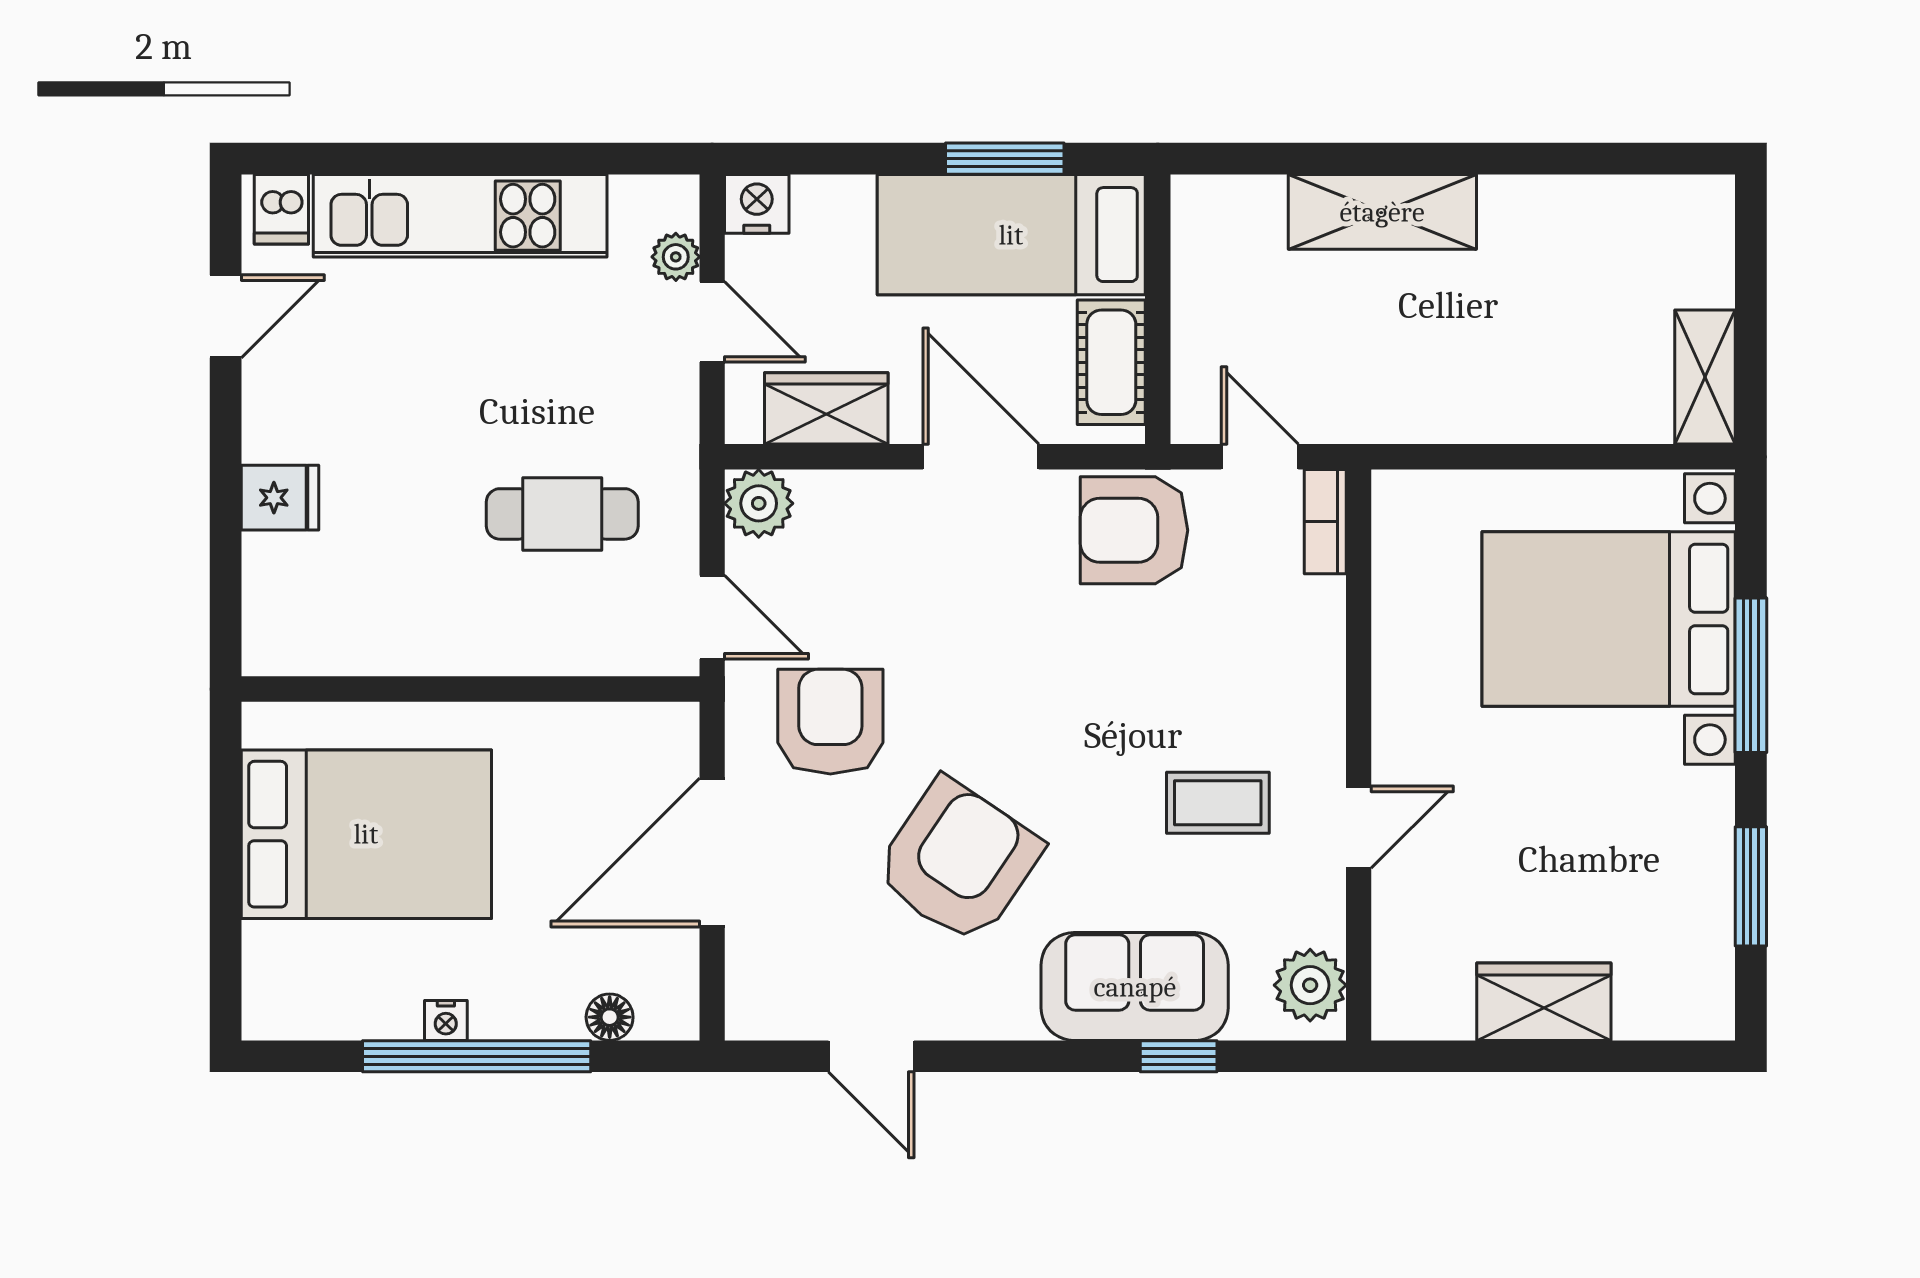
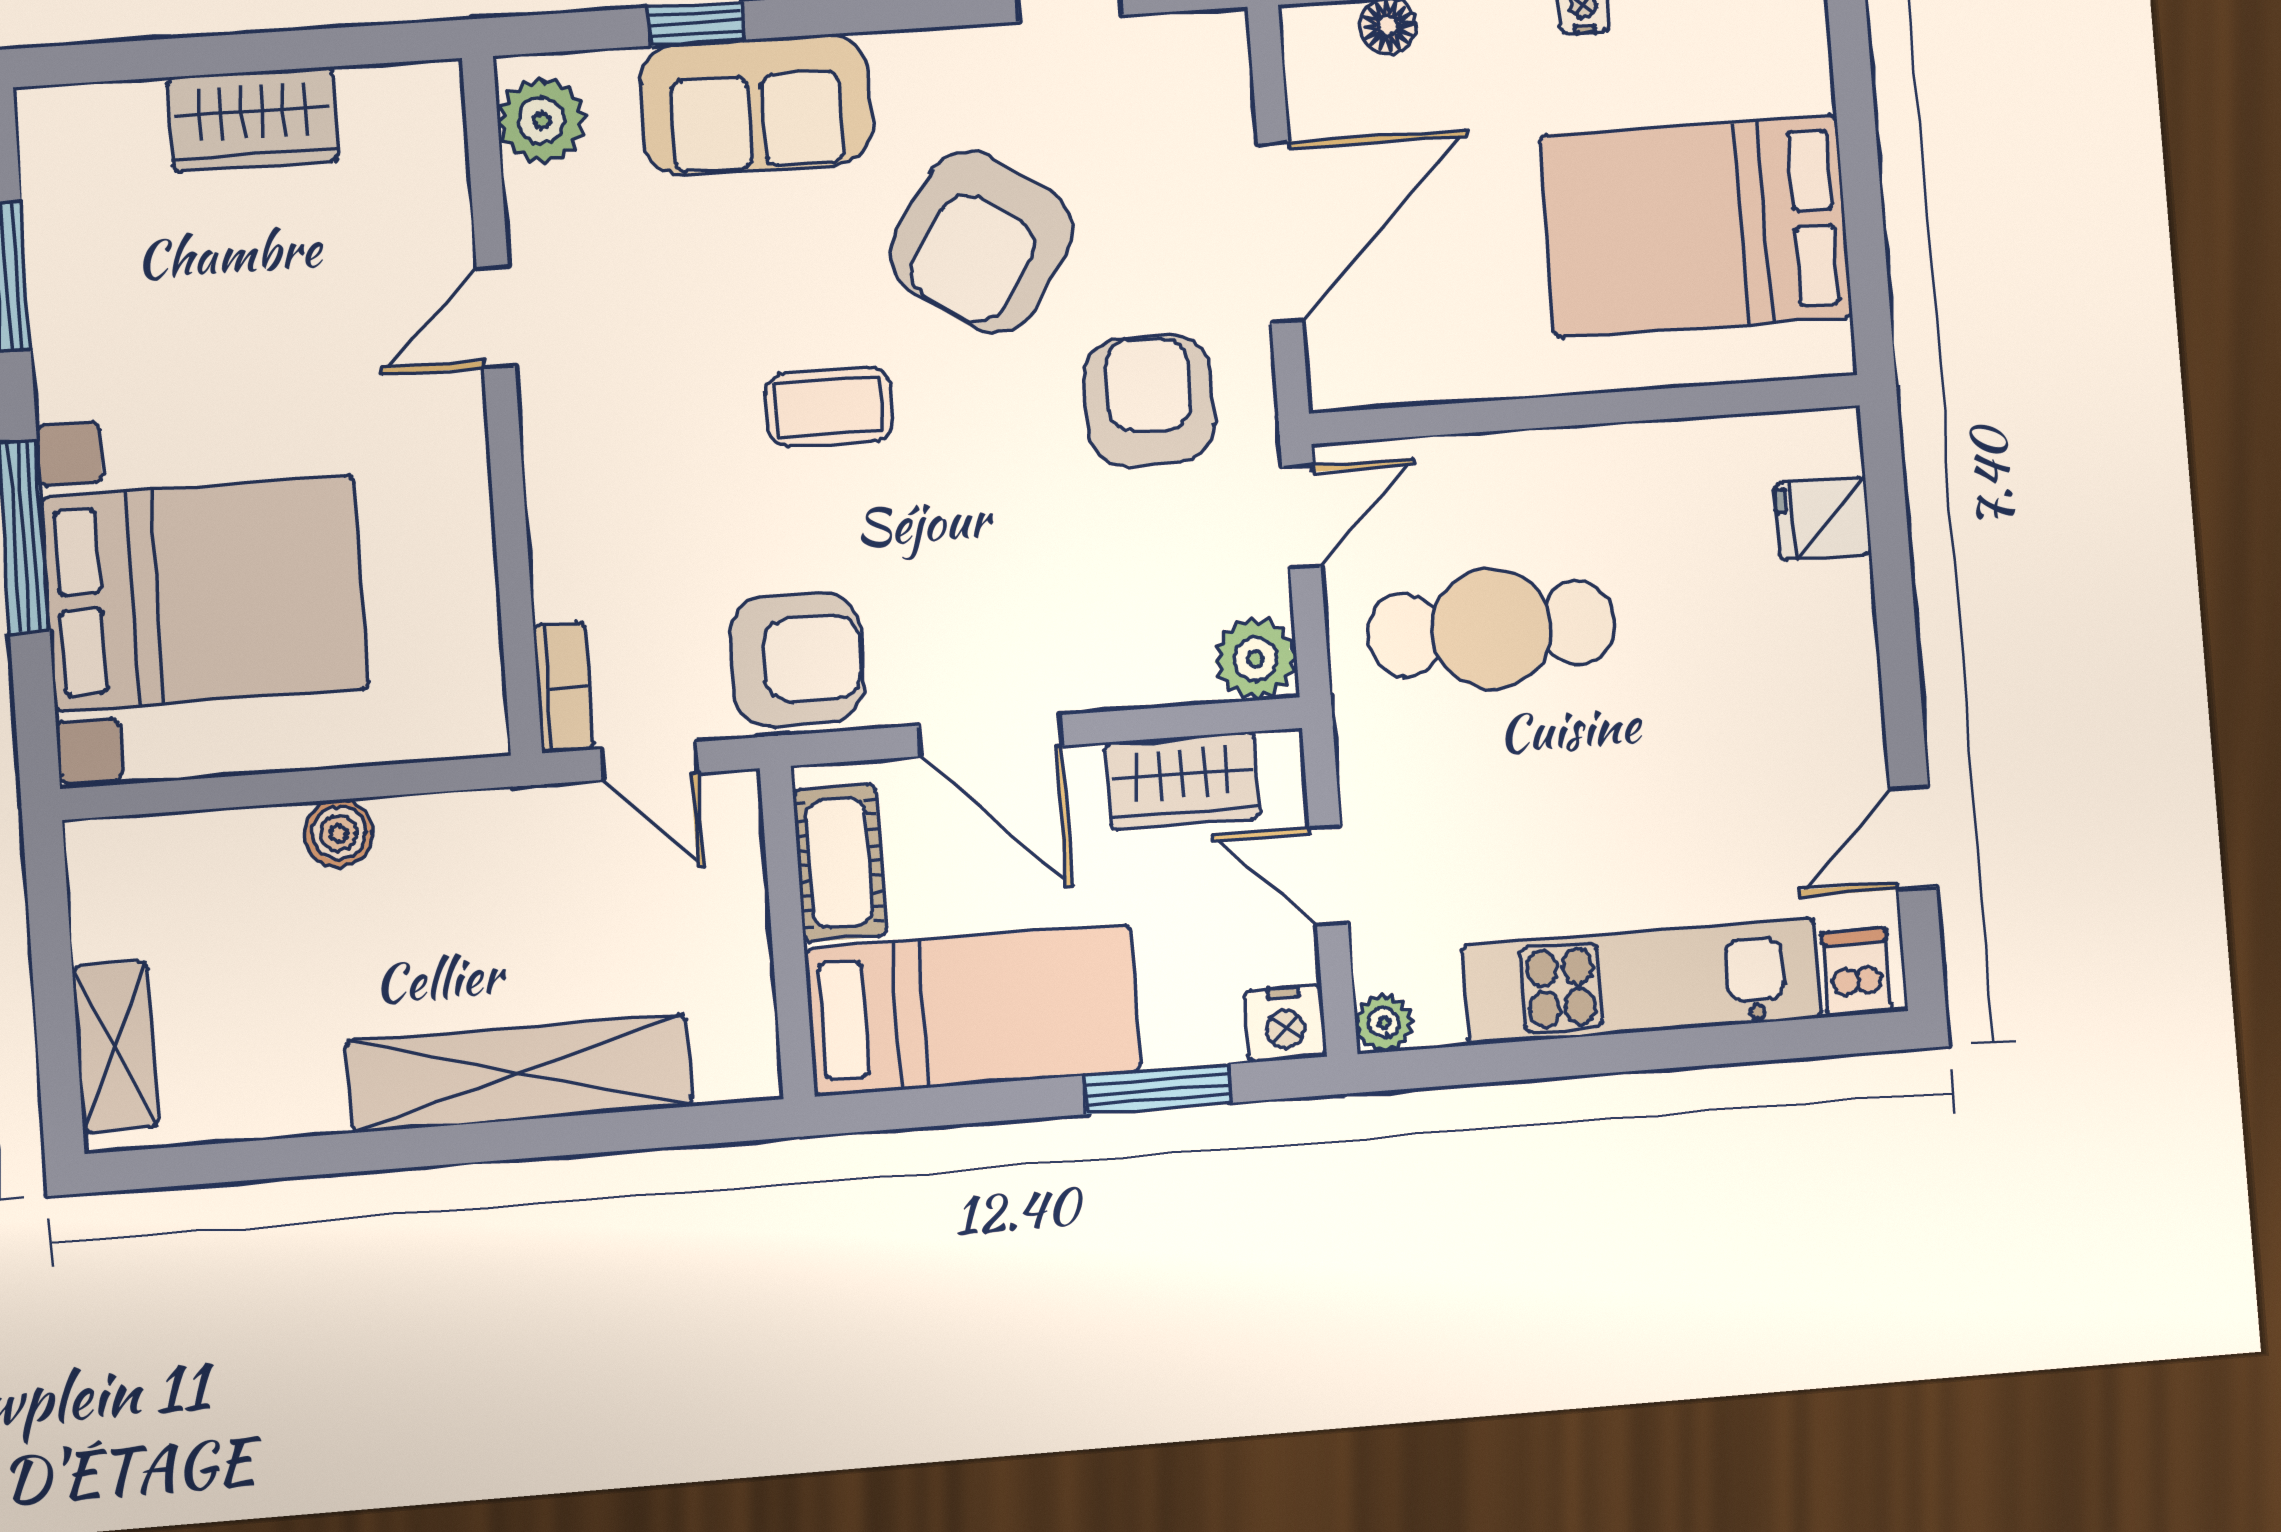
window: (1005, 159) -> (1157, 1089), moved
shelving: (1382, 212) -> (519, 1073), width x1.47
plant: (676, 257) -> (1384, 1023), moved
shelving: (1705, 377) -> (115, 1047), moved
boiler: (1514, 417) -> (339, 833), added
fridge: (280, 498) -> (1823, 519), moved
cafe table: (562, 514) -> (1491, 629), width x1.37, depth x1.35
door: (712, 617) -> (1301, 517), swing flipped
armchair: (830, 722) -> (1149, 400), turned 180
coffee table: (1218, 803) -> (829, 407), moved

